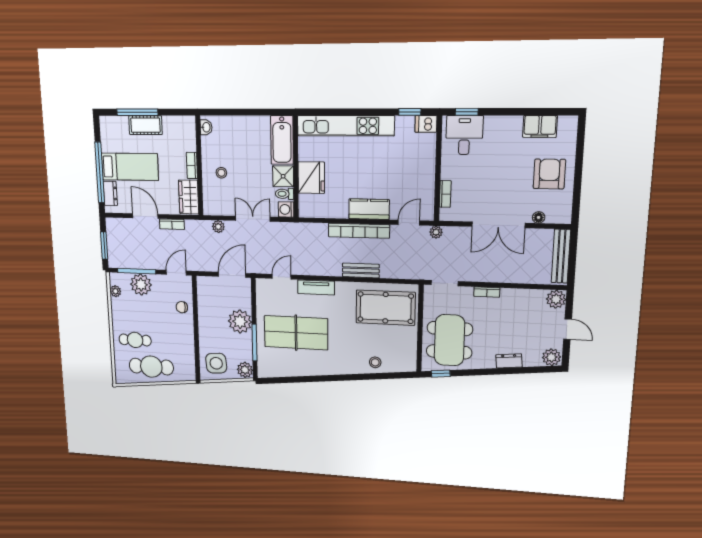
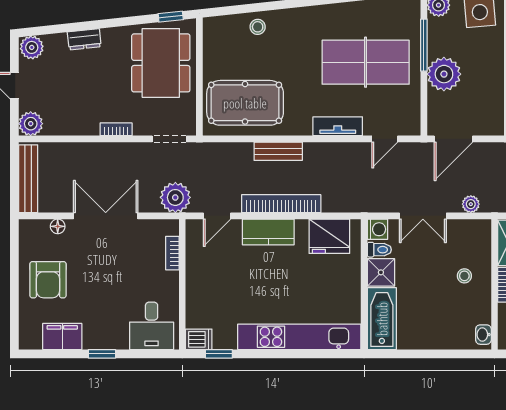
window: (467, 112) -> (102, 354), moved
fridge: (311, 178) -> (329, 236), moved, turned -90
plant: (436, 232) -> (175, 197), width x1.87, depth x1.87

